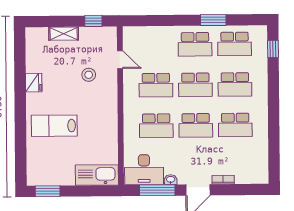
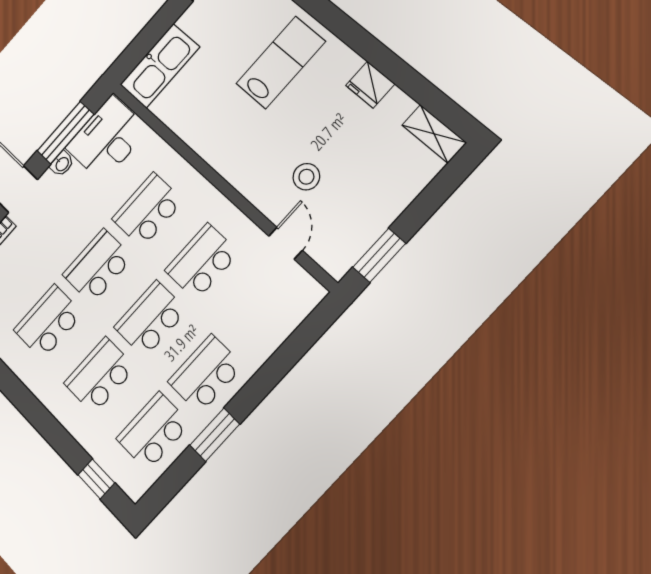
window: (93, 21) -> (379, 255), width x1.50
shelving: (64, 34) -> (434, 134), moved, turned 90
door: (120, 60) -> (286, 243), swing flipped

